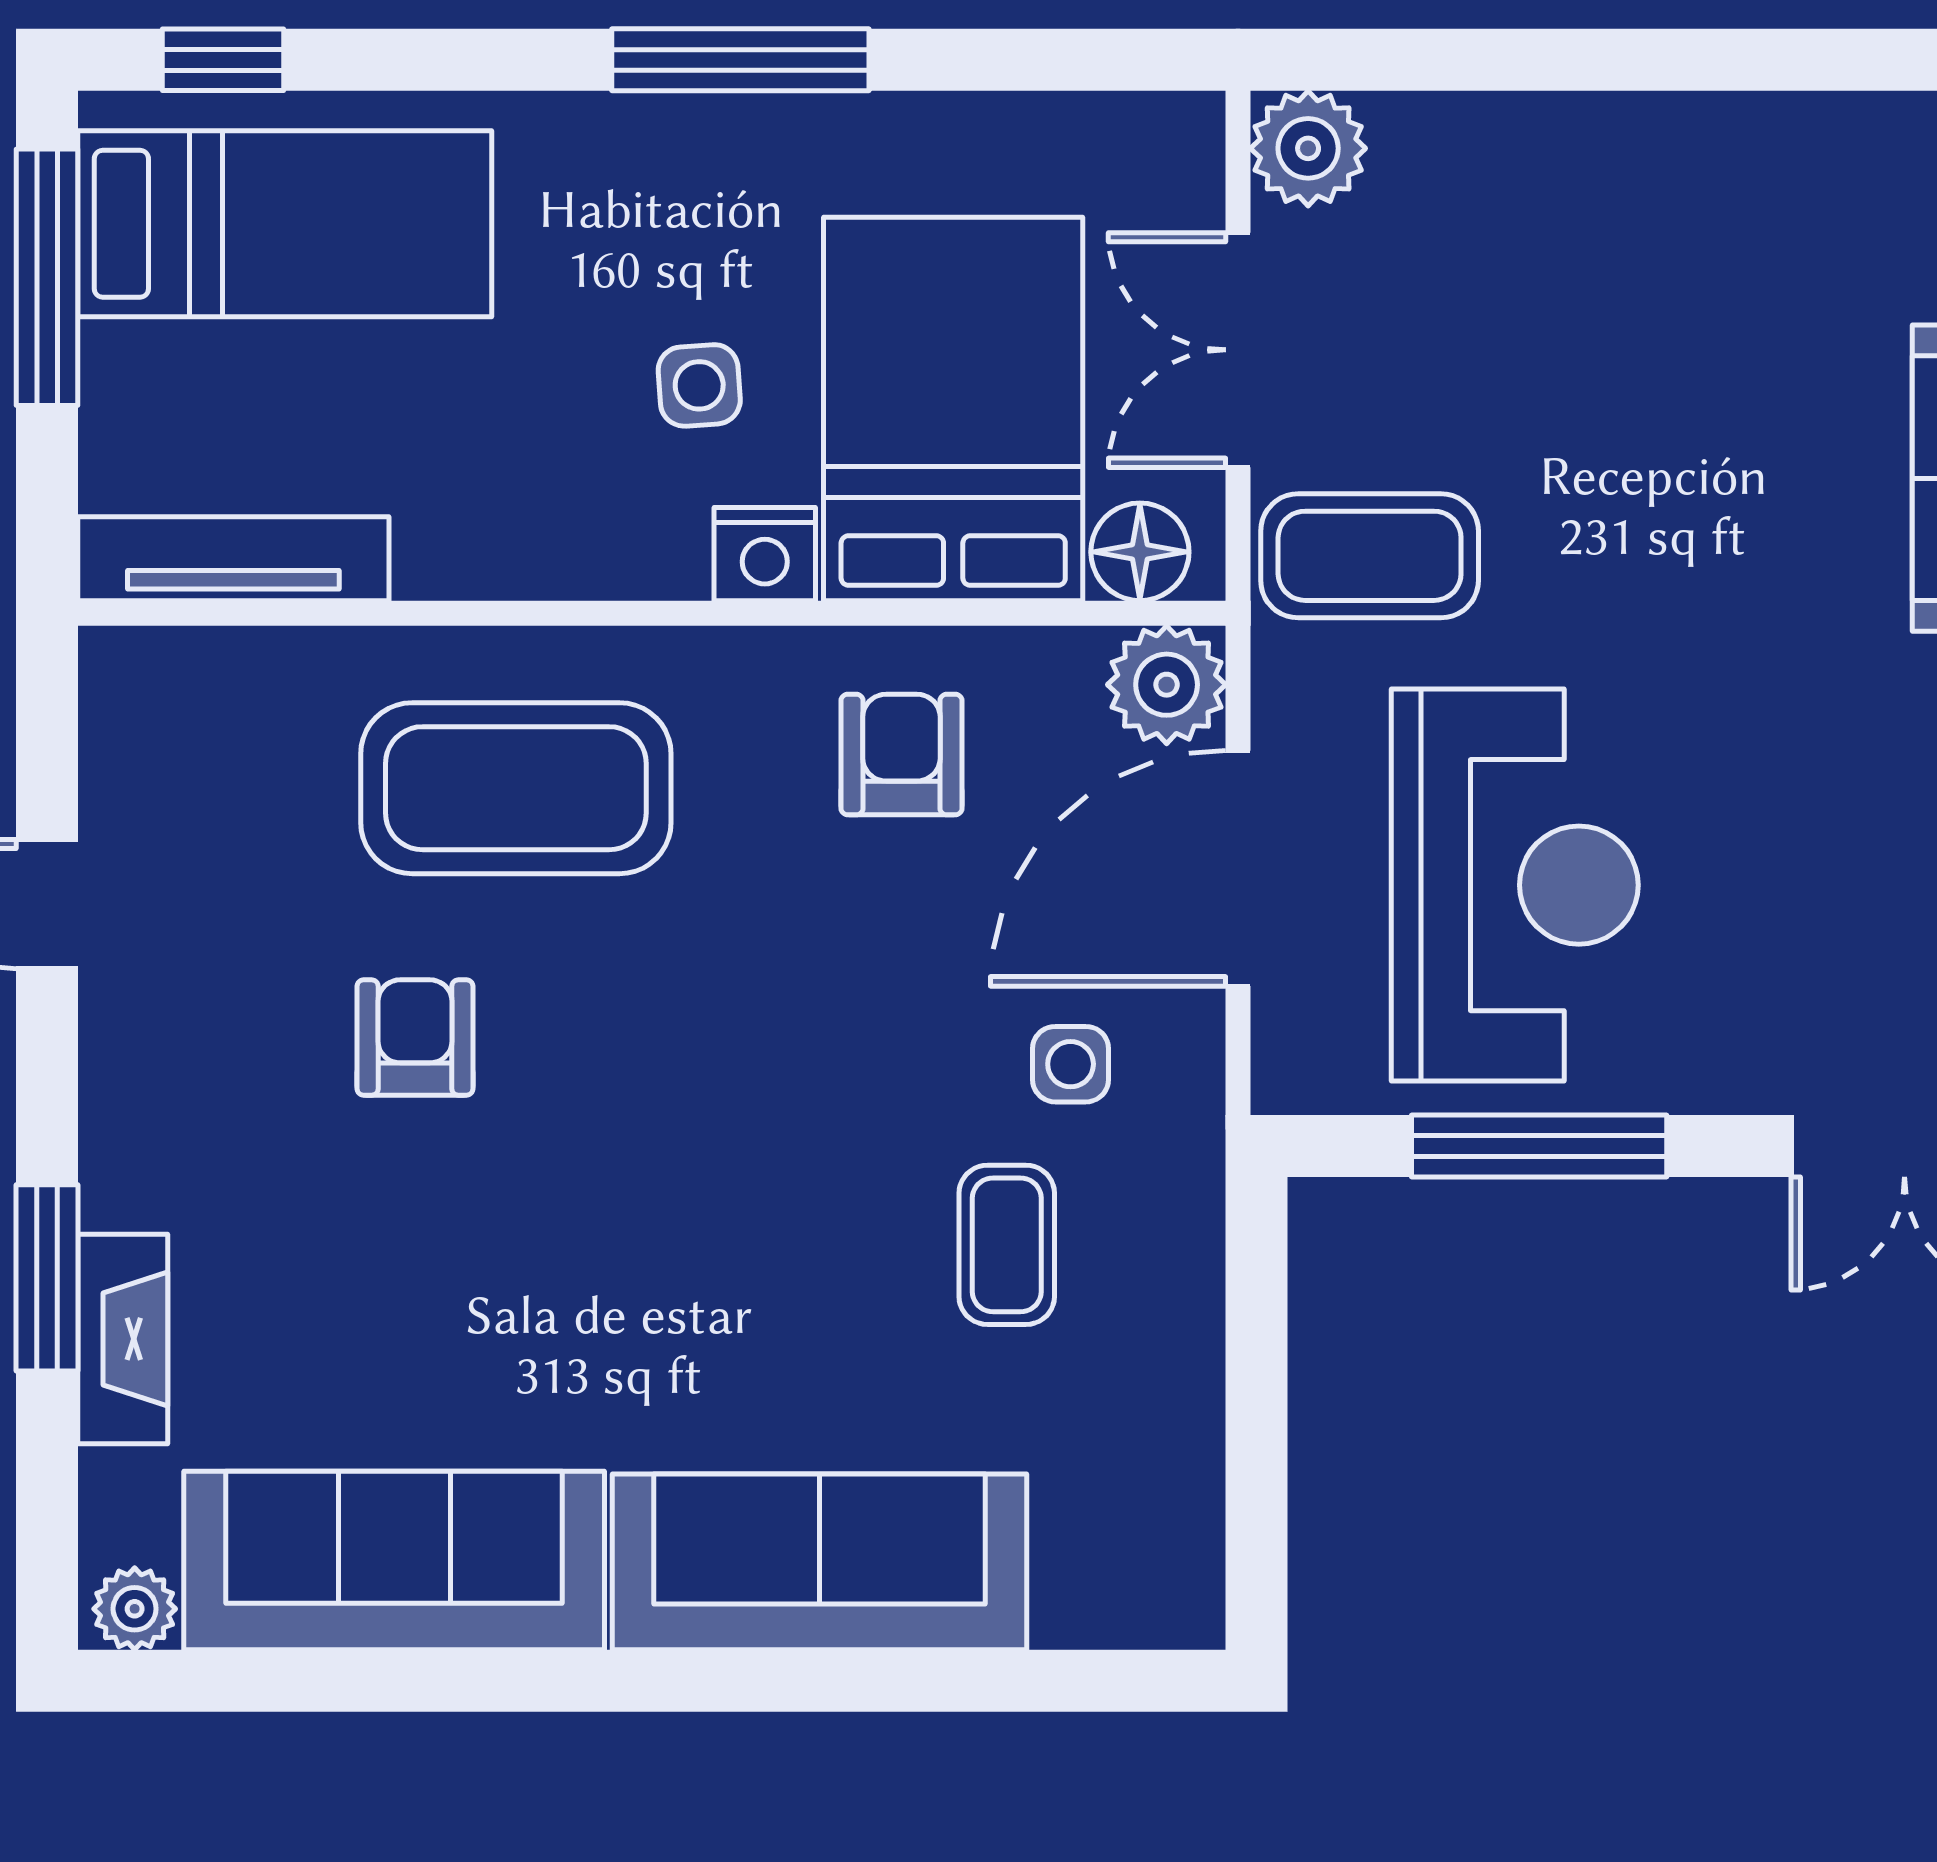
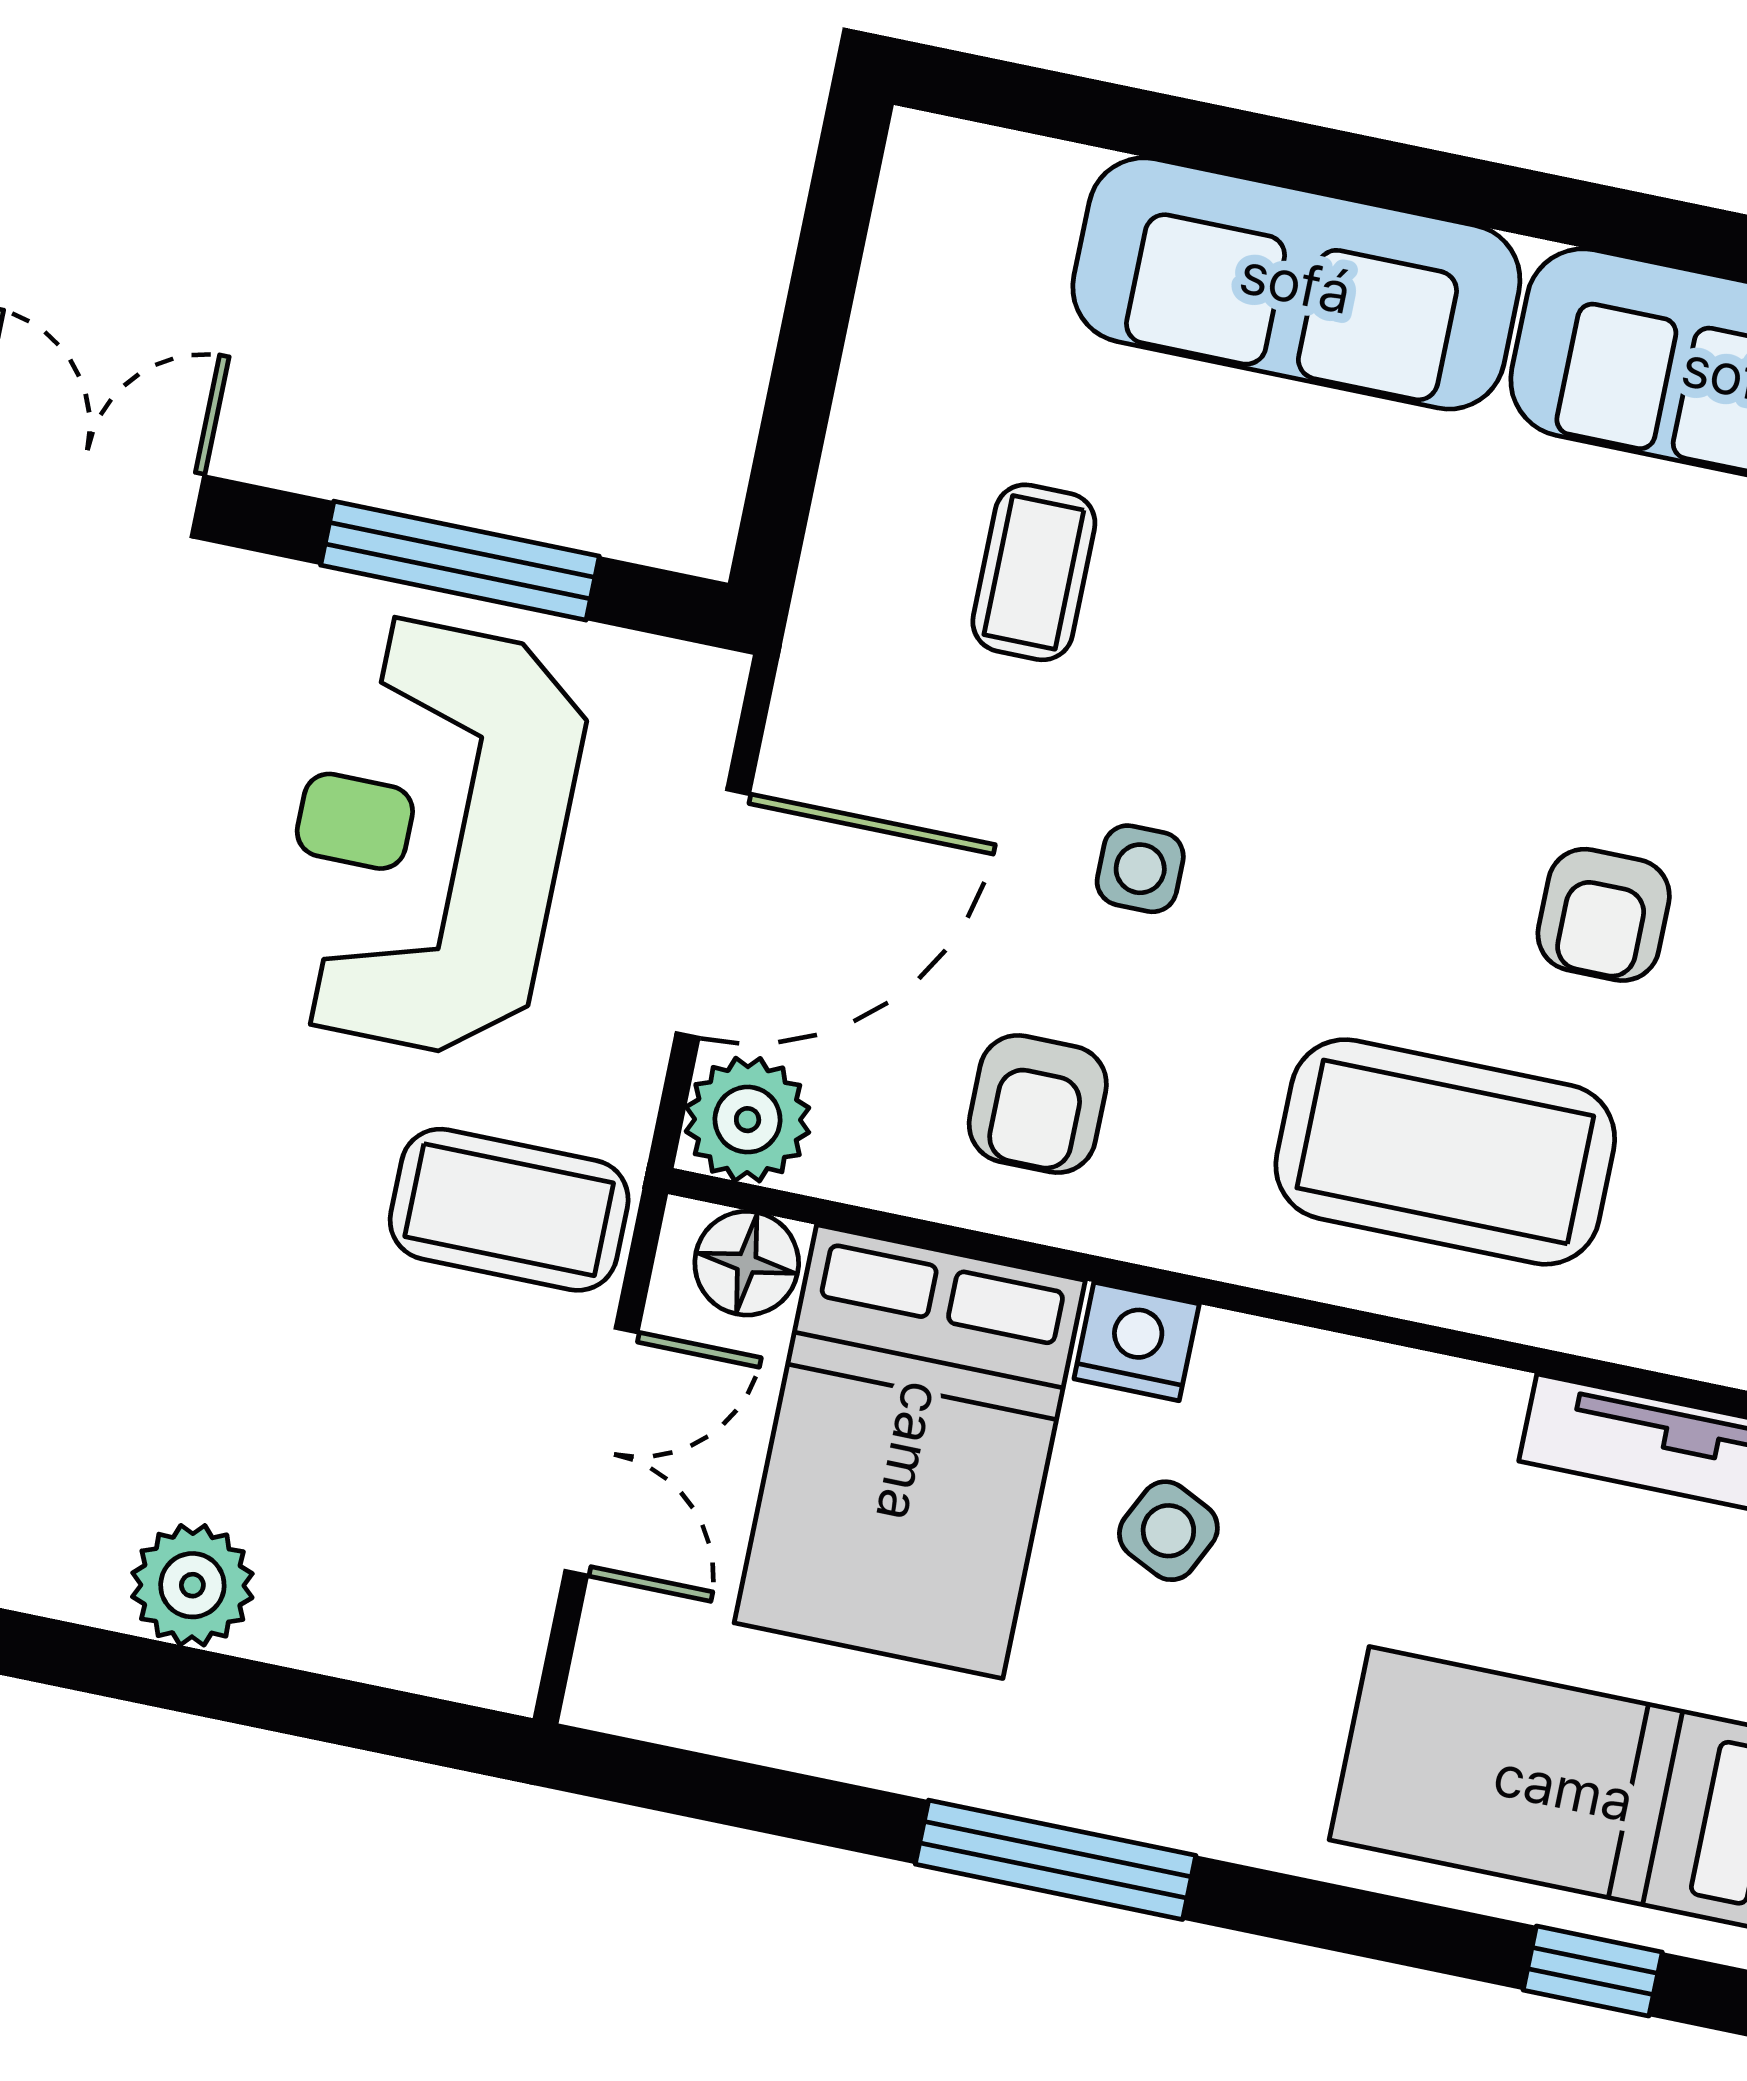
plant: (1308, 148) -> (192, 1585), moved
side table: (699, 385) -> (1168, 1531), turned 30
side table: (1071, 1064) -> (1140, 869), moved

